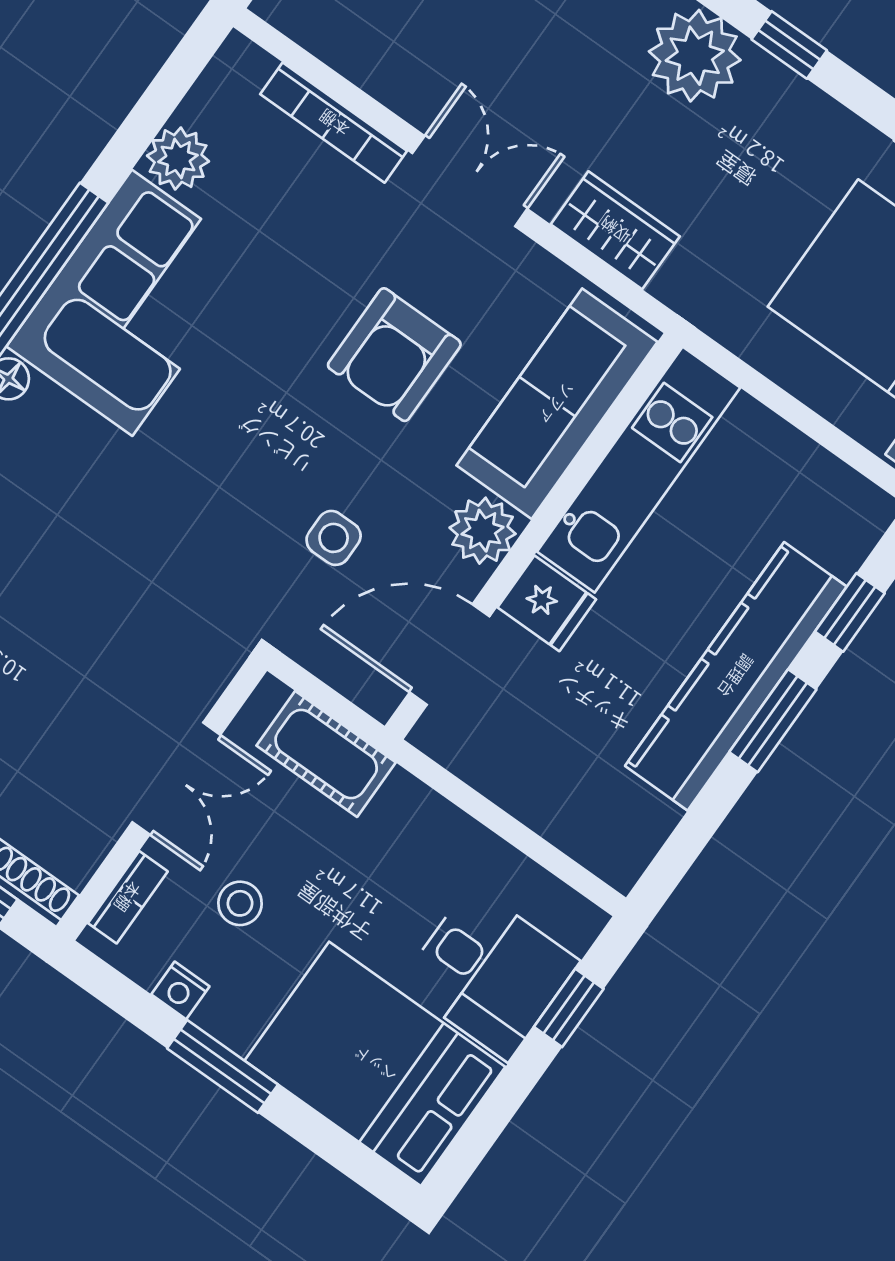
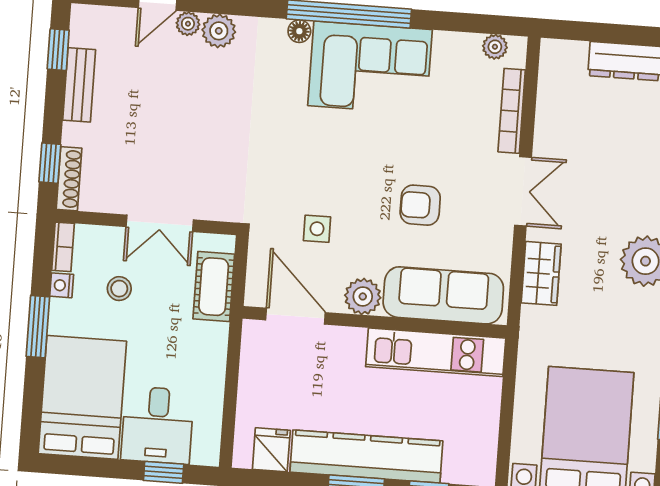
plant: (178, 159) -> (495, 47), moved, width x0.73, depth x0.73
armchair: (394, 355) -> (420, 205), width x0.72, depth x0.72
fridge: (547, 603) -> (271, 450), moved, turned 180
bookcase: (128, 897) -> (63, 247), moved, turned -90

